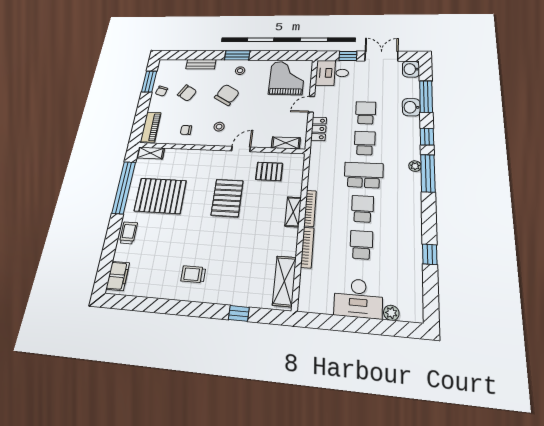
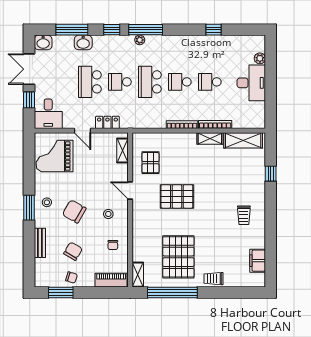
school desk: (366, 113) -> (90, 82), width x1.85
shelving: (293, 212) -> (210, 138), moved
filing cabinet: (118, 276) -> (258, 261), moved, turned -90

